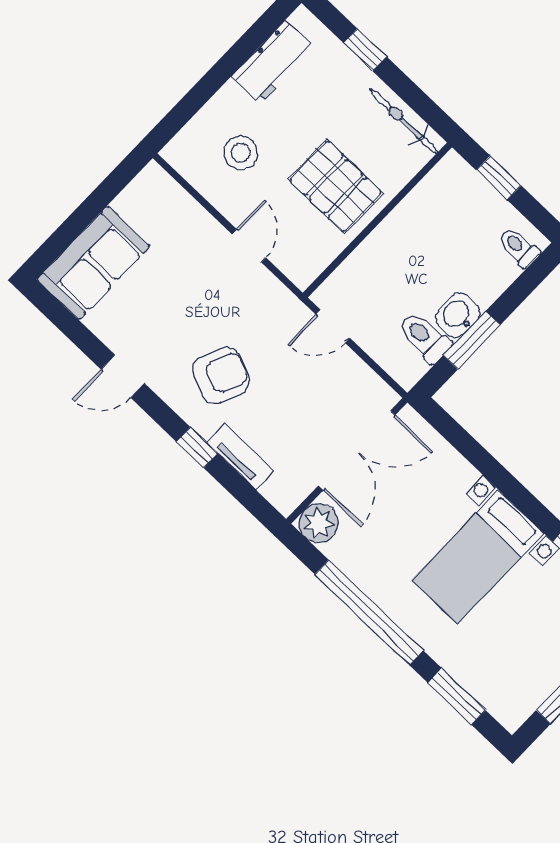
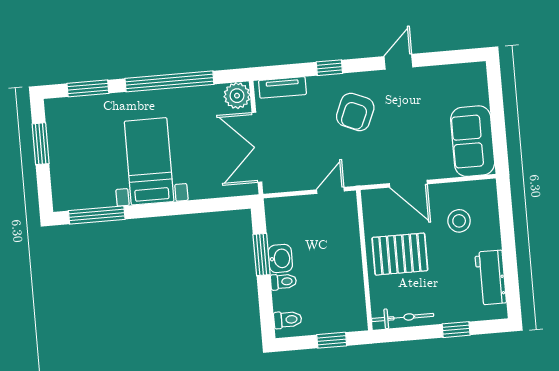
door: (249, 246) -> (408, 184), width x1.38
sofa: (93, 263) -> (473, 141), moved
toilet: (424, 337) -> (283, 282), moved, width x0.73, depth x0.72
tv unit: (241, 457) -> (283, 87), moved

